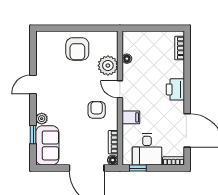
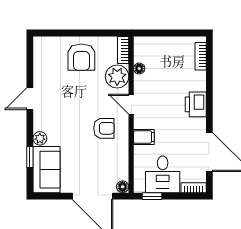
armchair: (97, 110) -> (104, 128), turned 90
bookcase: (113, 142) -> (123, 50), moved

